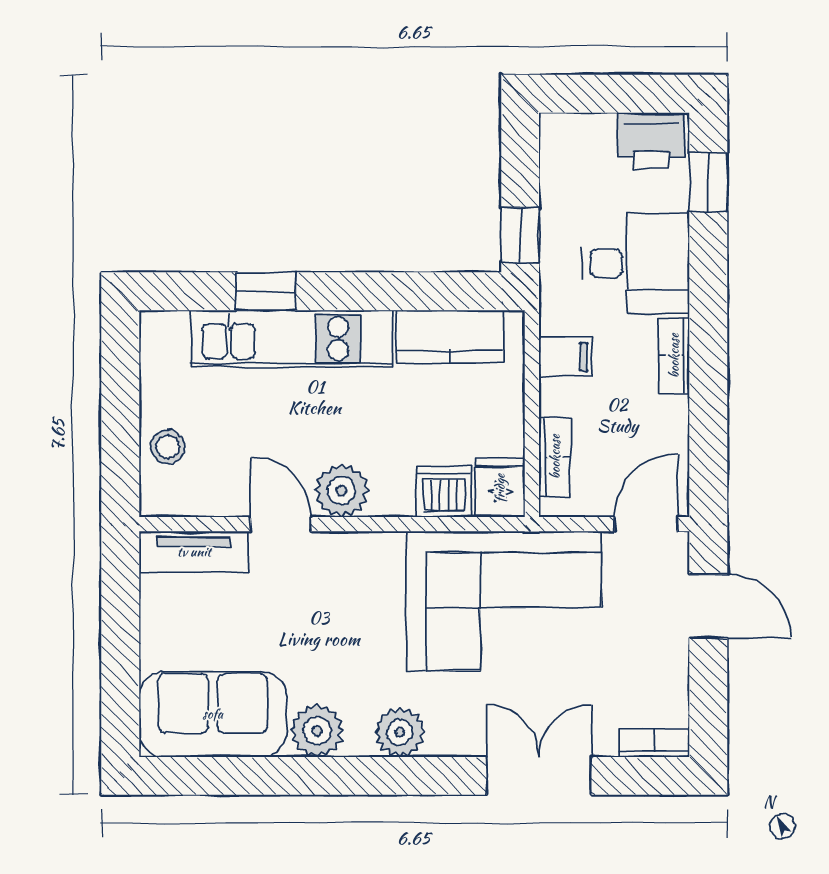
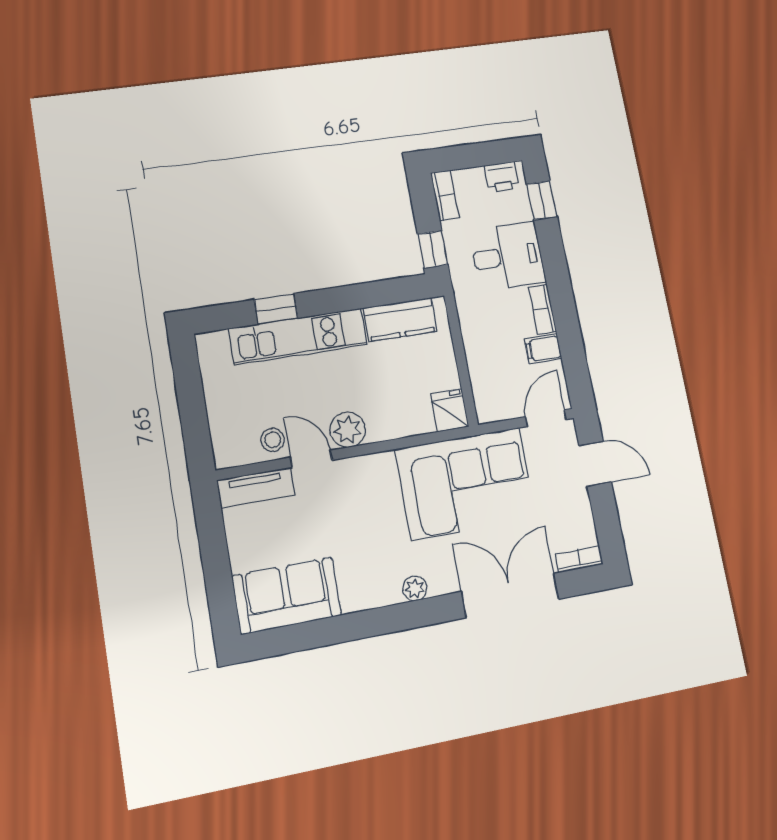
printer: (651, 140) -> (502, 177), width x0.73, depth x0.81
filing cabinet: (565, 357) -> (543, 349), moved, turned 180
stool: (168, 447) -> (273, 440), moved
bookcase: (555, 457) -> (445, 195), moved
dishwasher: (444, 491) -> (414, 419), removed
plant: (317, 731) -> (359, 593), removed
plant: (400, 732) -> (415, 588), width x0.73, depth x0.73
double door: (539, 776) -> (510, 595), width x1.37

